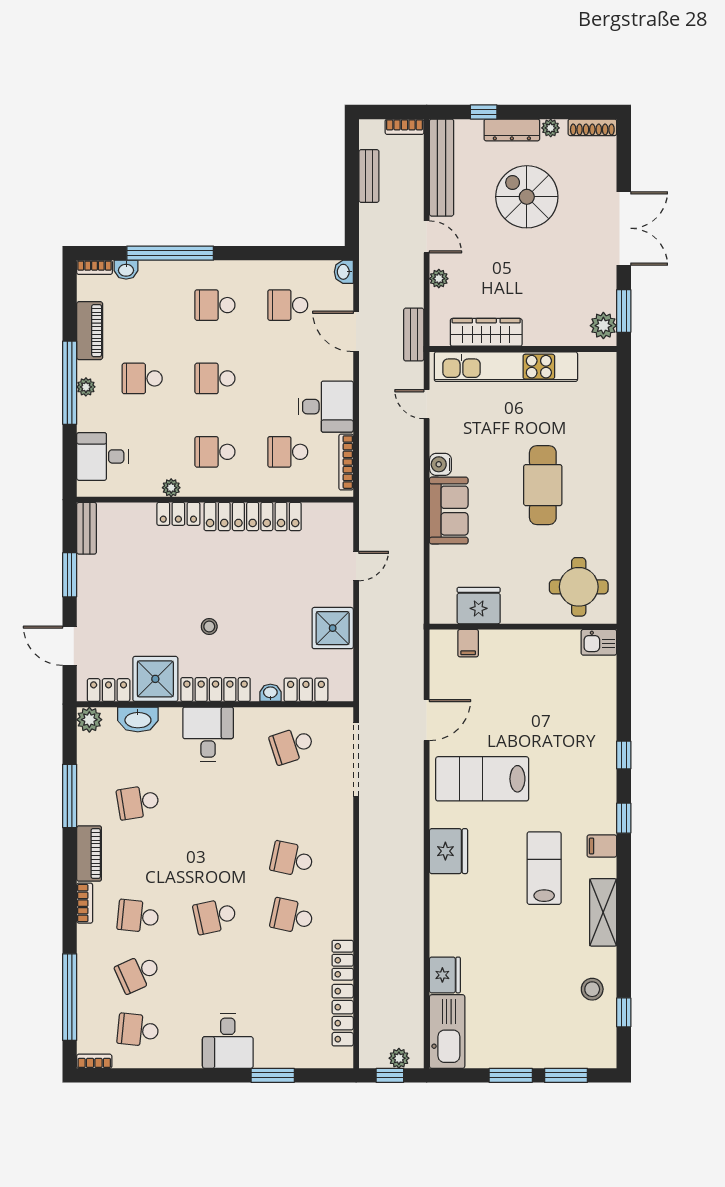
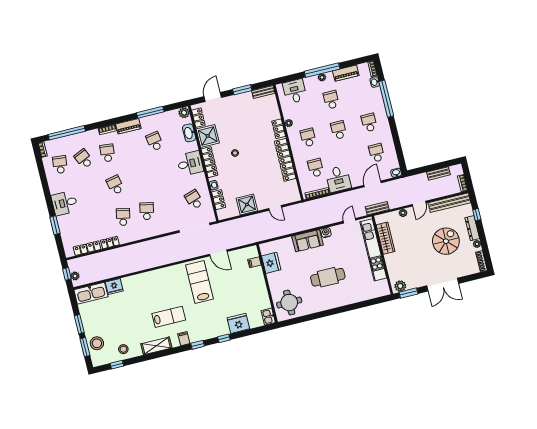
fridge: (448, 851) -> (238, 323), moved, turned 180
stool: (564, 1046) -> (97, 343), added

